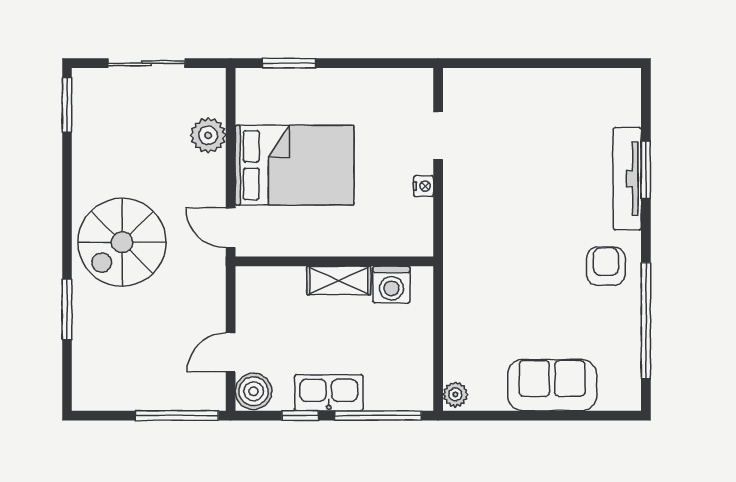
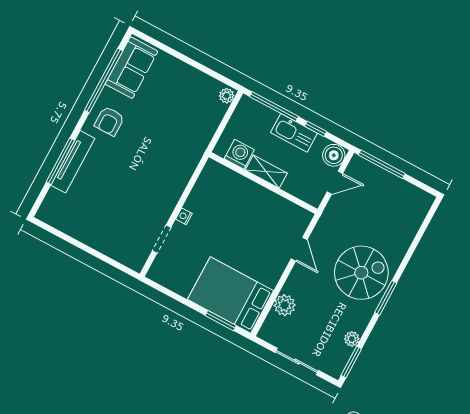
plant: (84, 139) -> (352, 339), added
bed: (295, 165) -> (231, 295), moved
window: (646, 170) -> (60, 161), width x1.44
wall: (334, 261) -> (263, 183), moved
shelving: (339, 280) -> (266, 172), moved
washing machine: (392, 285) -> (239, 154), moved
window: (67, 309) -> (386, 298), moved
sofa: (552, 385) -> (131, 68), moved, turned -90

